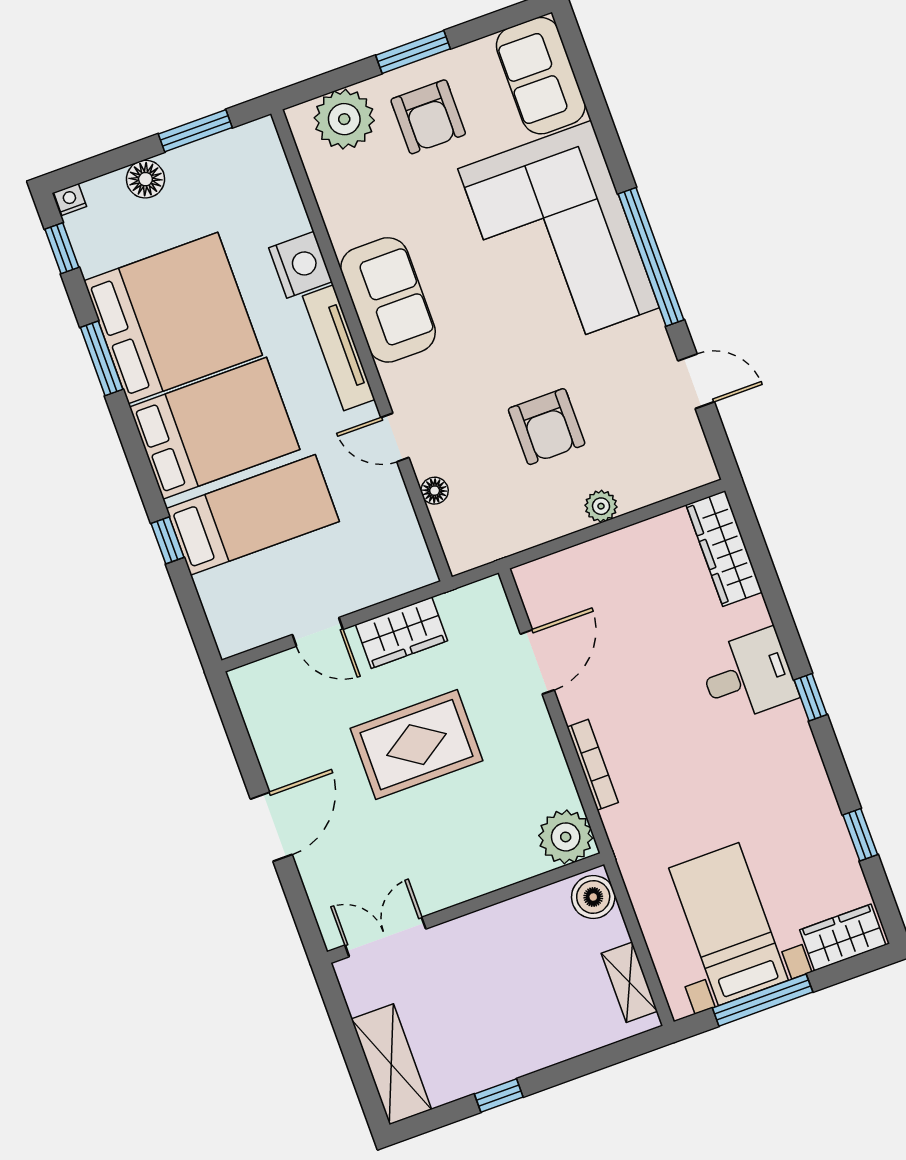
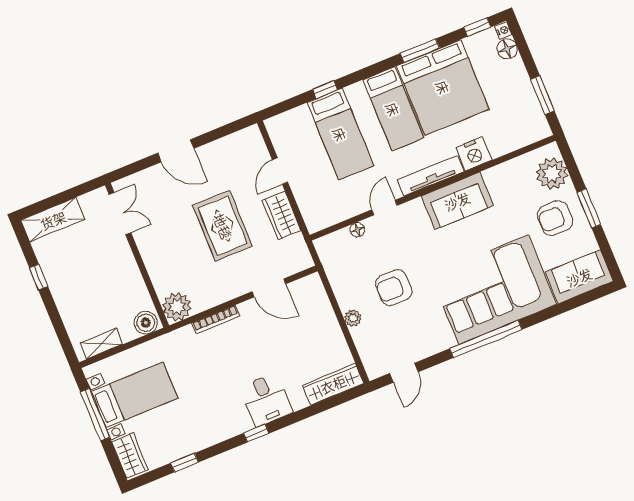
floor lamp: (145, 179) -> (507, 49), moved
door: (696, 381) -> (404, 373), moved
bed: (215, 428) -> (393, 109), width x0.67

